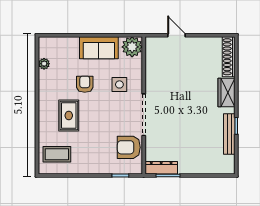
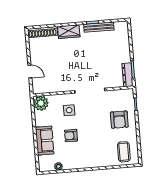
door: (176, 35) -> (30, 71), swing flipped
sofa: (99, 48) -> (45, 141), moved
rug: (69, 116) -> (95, 145), removed
armchair: (129, 147) -> (119, 120), moved

